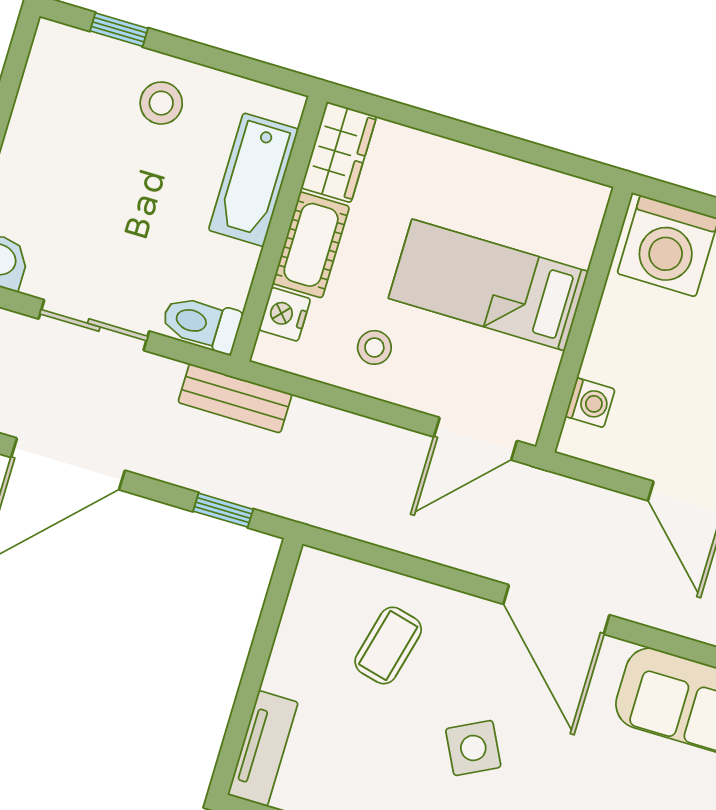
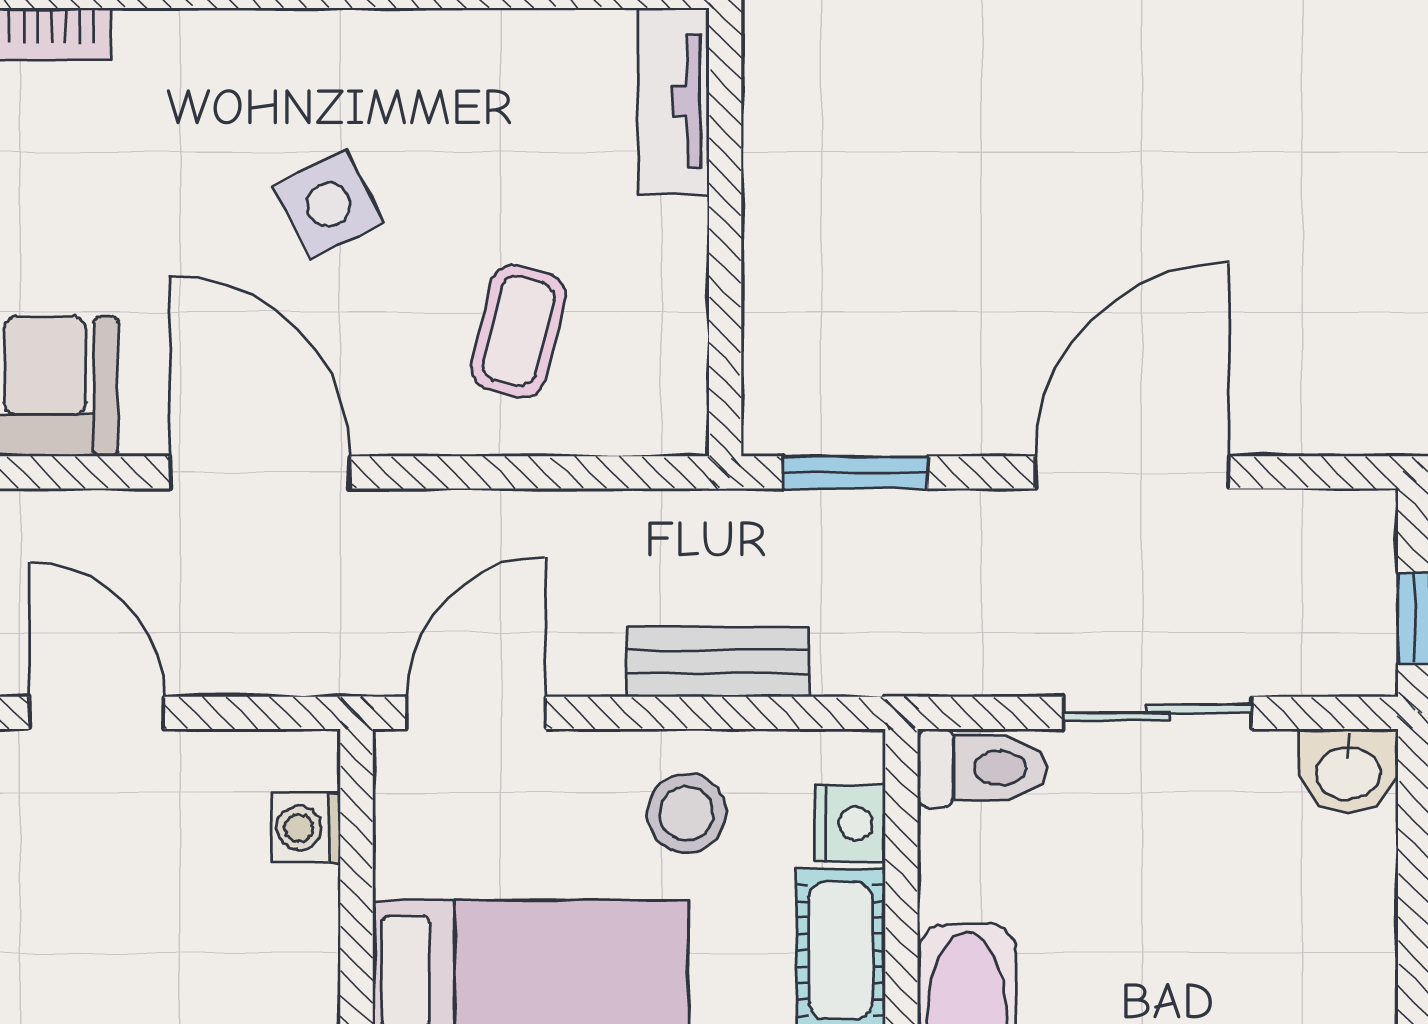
stool: (374, 347) -> (687, 813), width x1.37, depth x1.37
bench: (235, 398) -> (717, 662), moved
window: (223, 510) -> (855, 472), width x1.50

